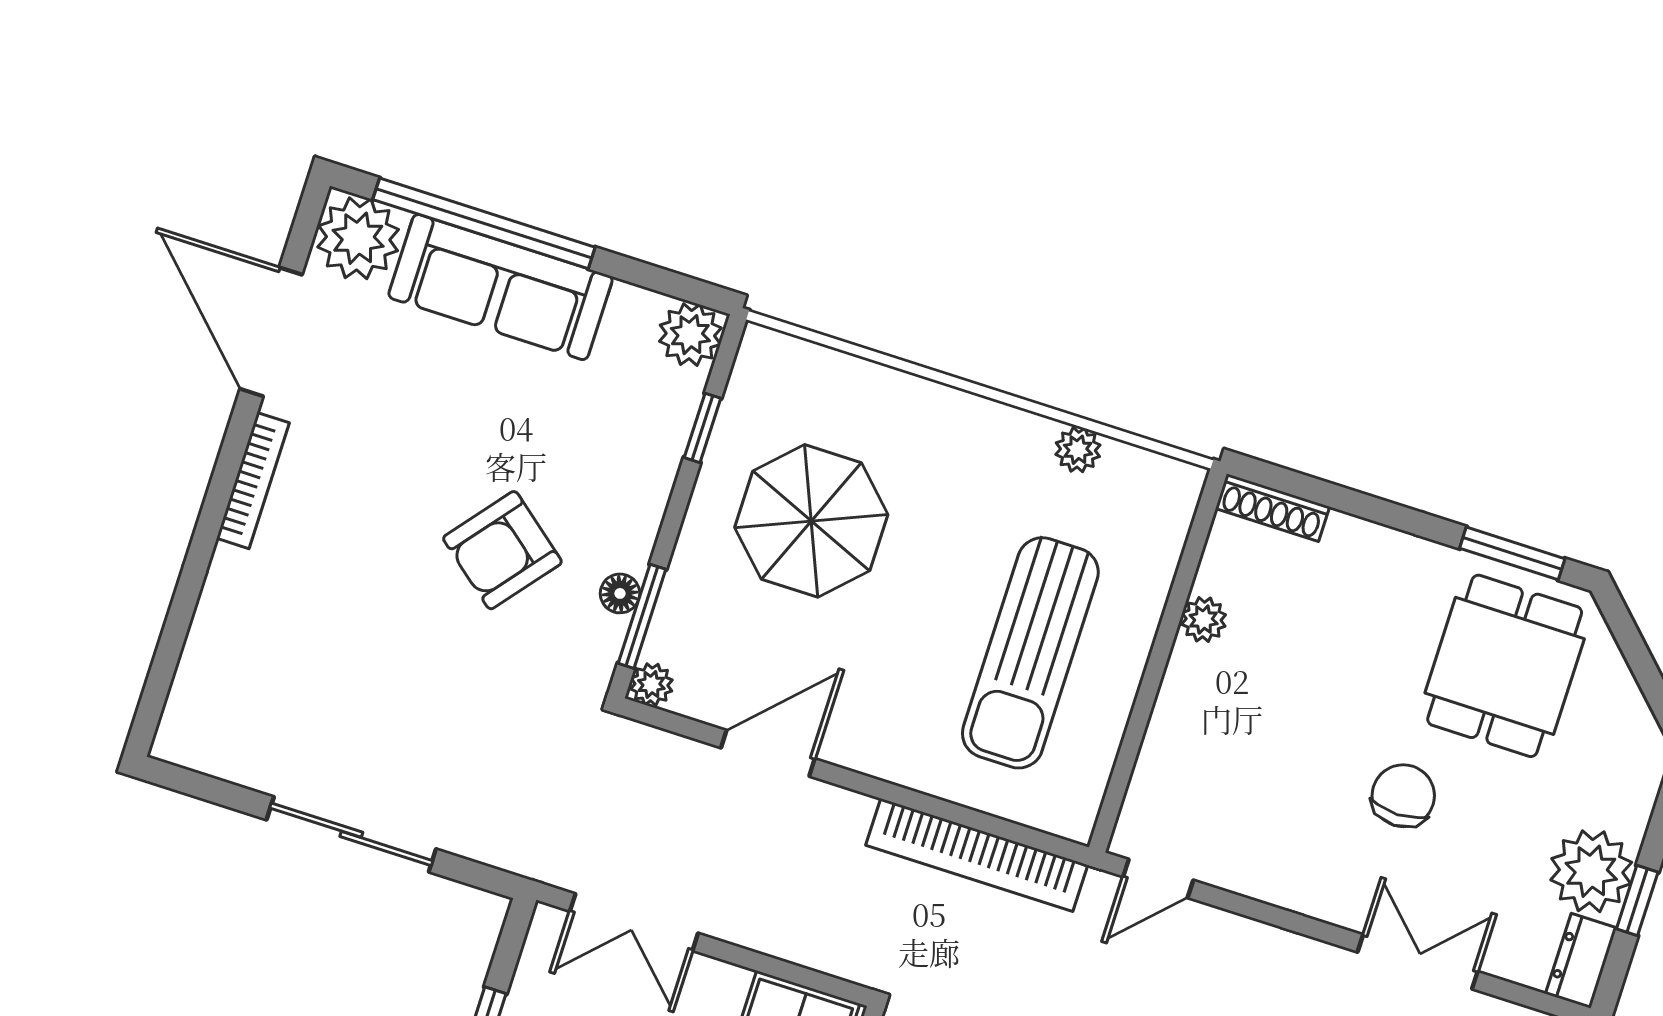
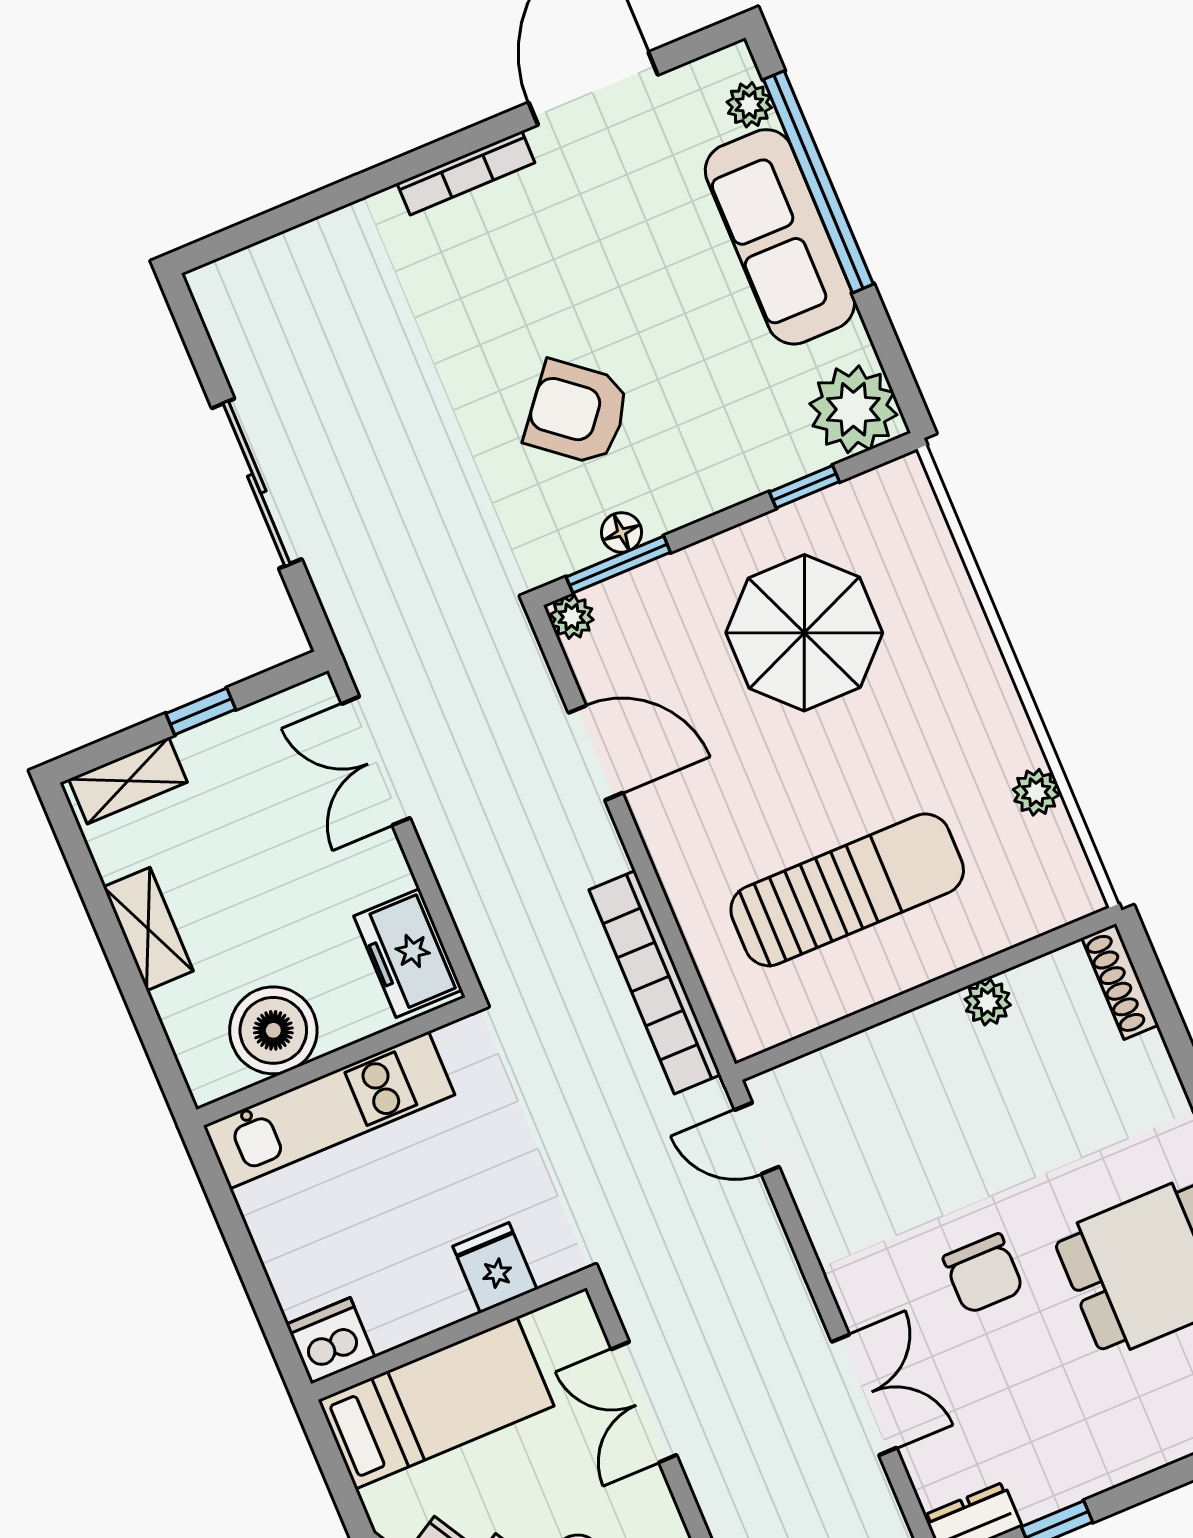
plant: (358, 238) -> (749, 105), width x0.53, depth x0.53
plant: (690, 335) -> (853, 409), width x1.36, depth x1.36
sun lounger: (1030, 653) -> (847, 890), turned 180
chair: (1403, 796) -> (983, 1274), turned 90
plant: (1591, 871) -> (1049, 1469), removed

